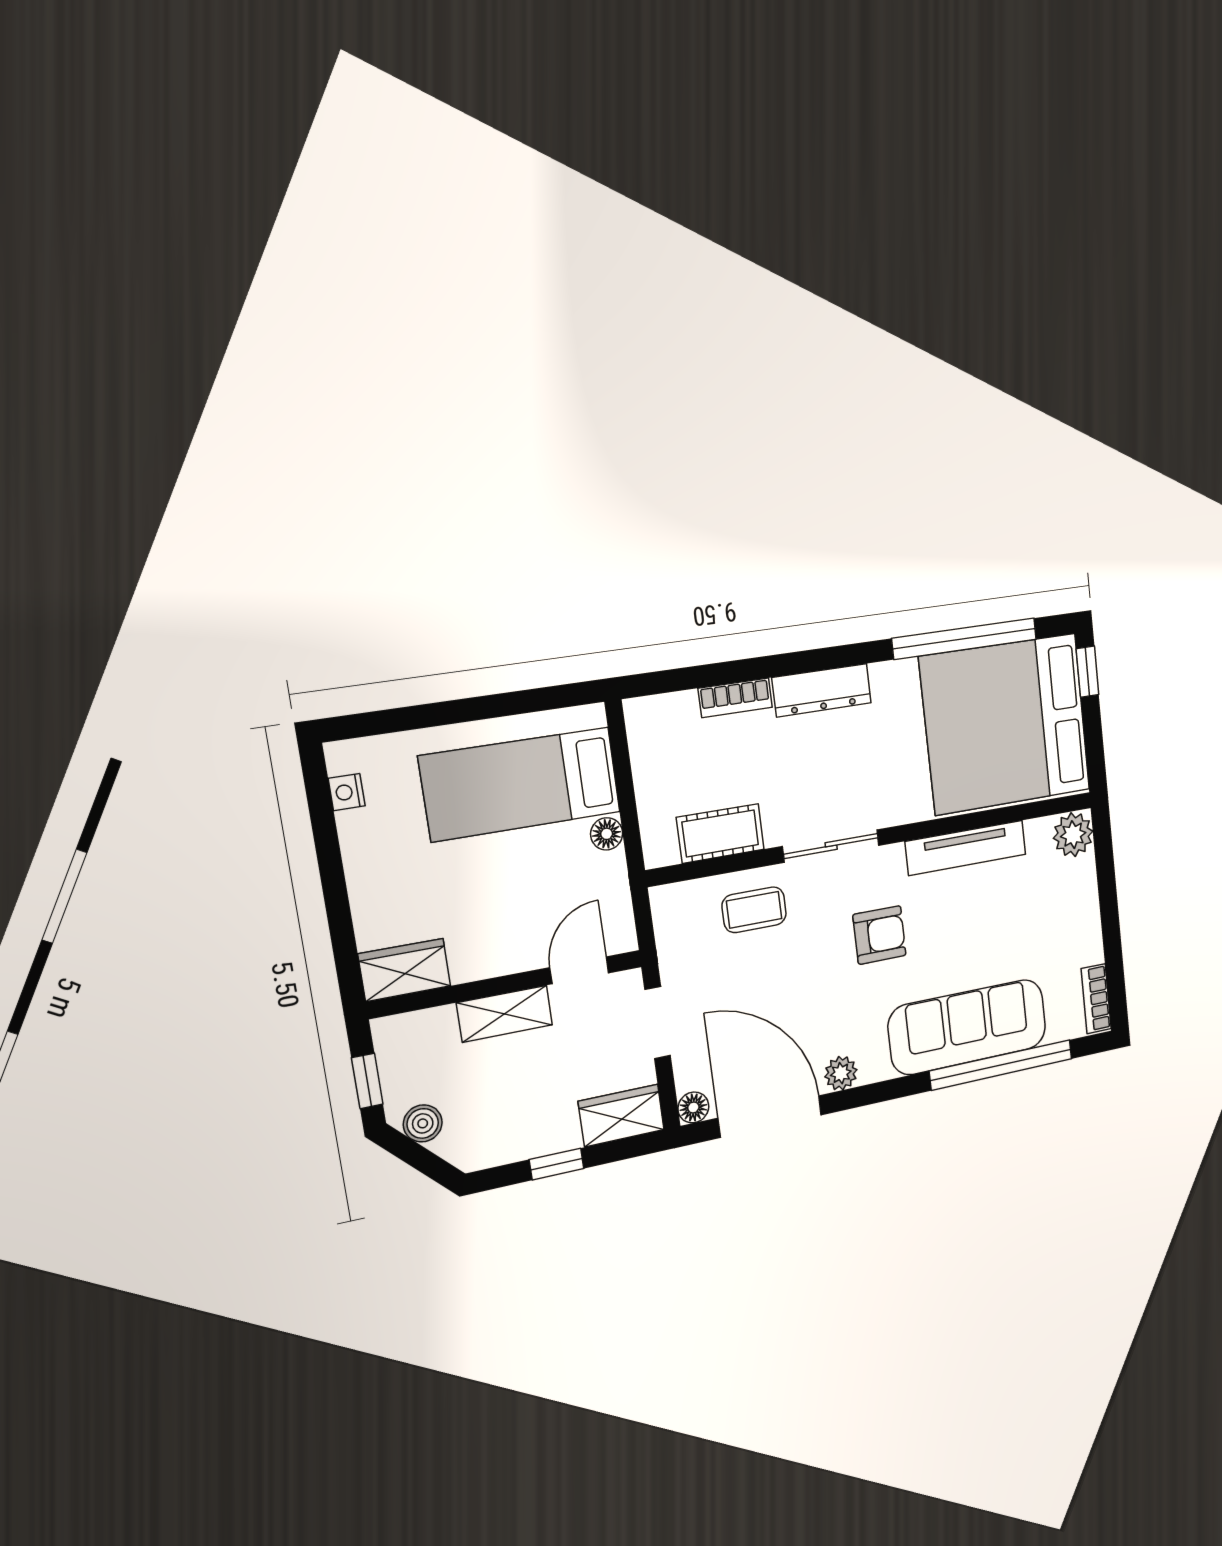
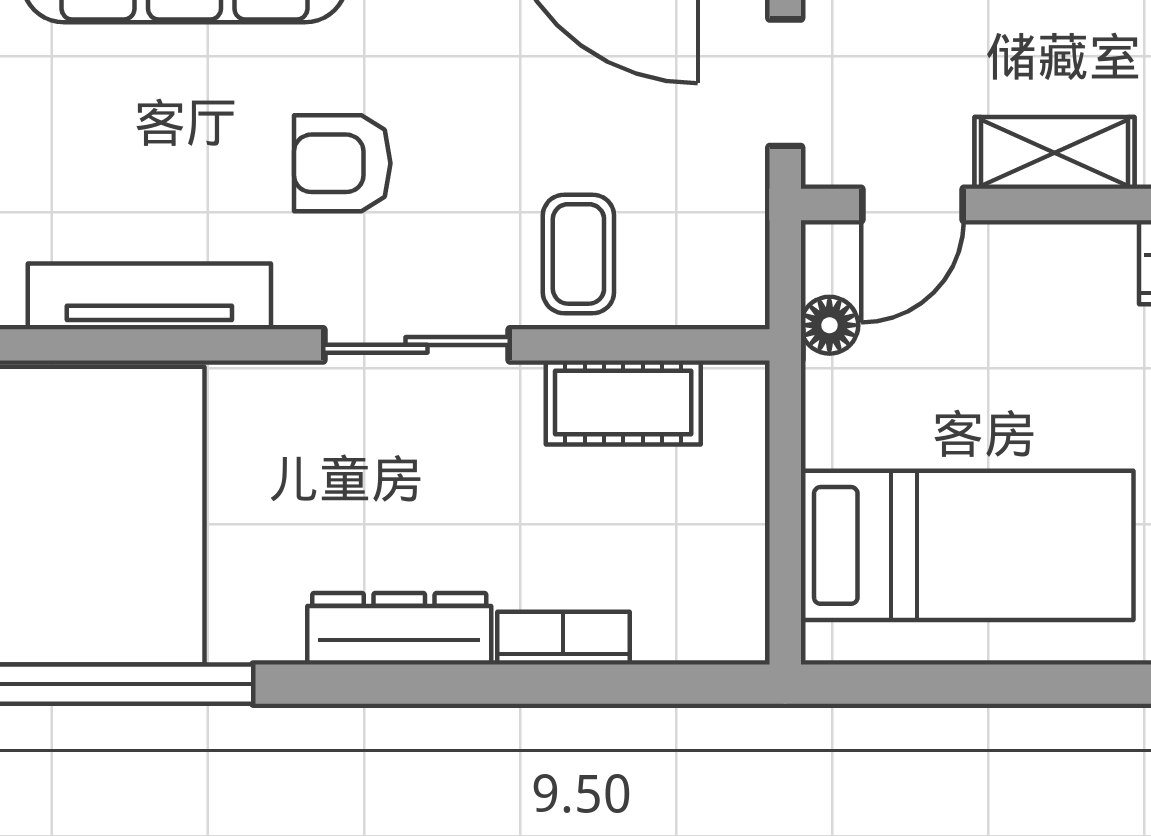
floor lamp: (607, 834) -> (829, 325), moved
coffee table: (754, 910) -> (578, 254), turned 90

